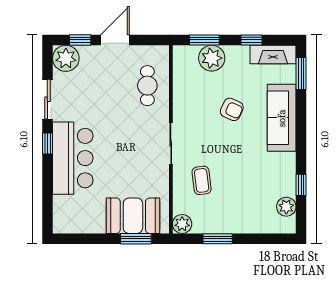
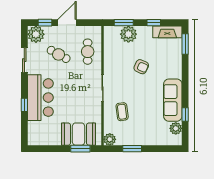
cafe table: (101, 90) -> (59, 54), added
sofa: (282, 118) -> (173, 100), moved
window: (47, 143) -> (24, 105), moved

